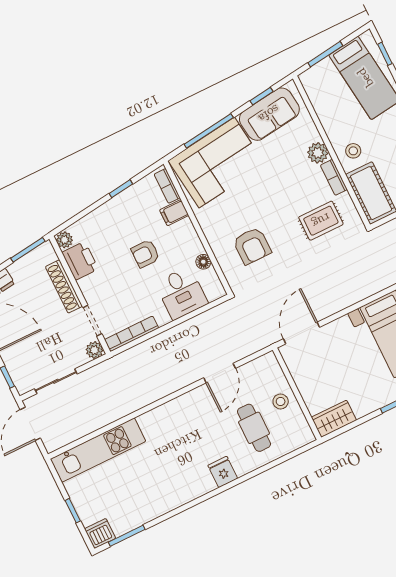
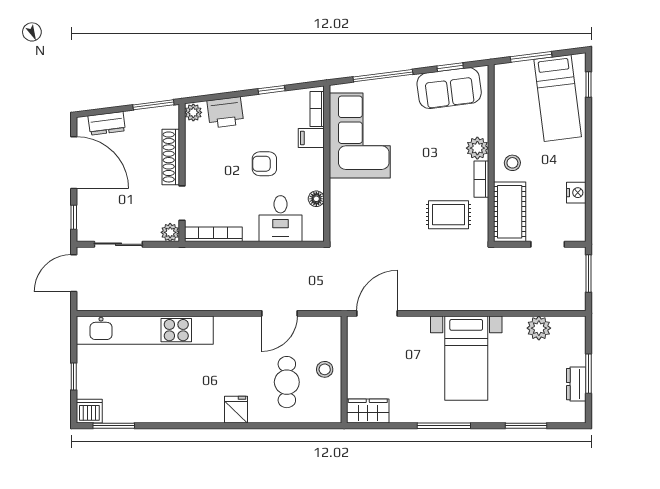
corner sofa: (217, 163) -> (360, 135), moved, turned -83
armchair: (252, 246) -> (370, 206), removed
printer: (80, 261) -> (225, 112), moved, turned 83
kitchen unit: (98, 450) -> (145, 330), width x1.36

